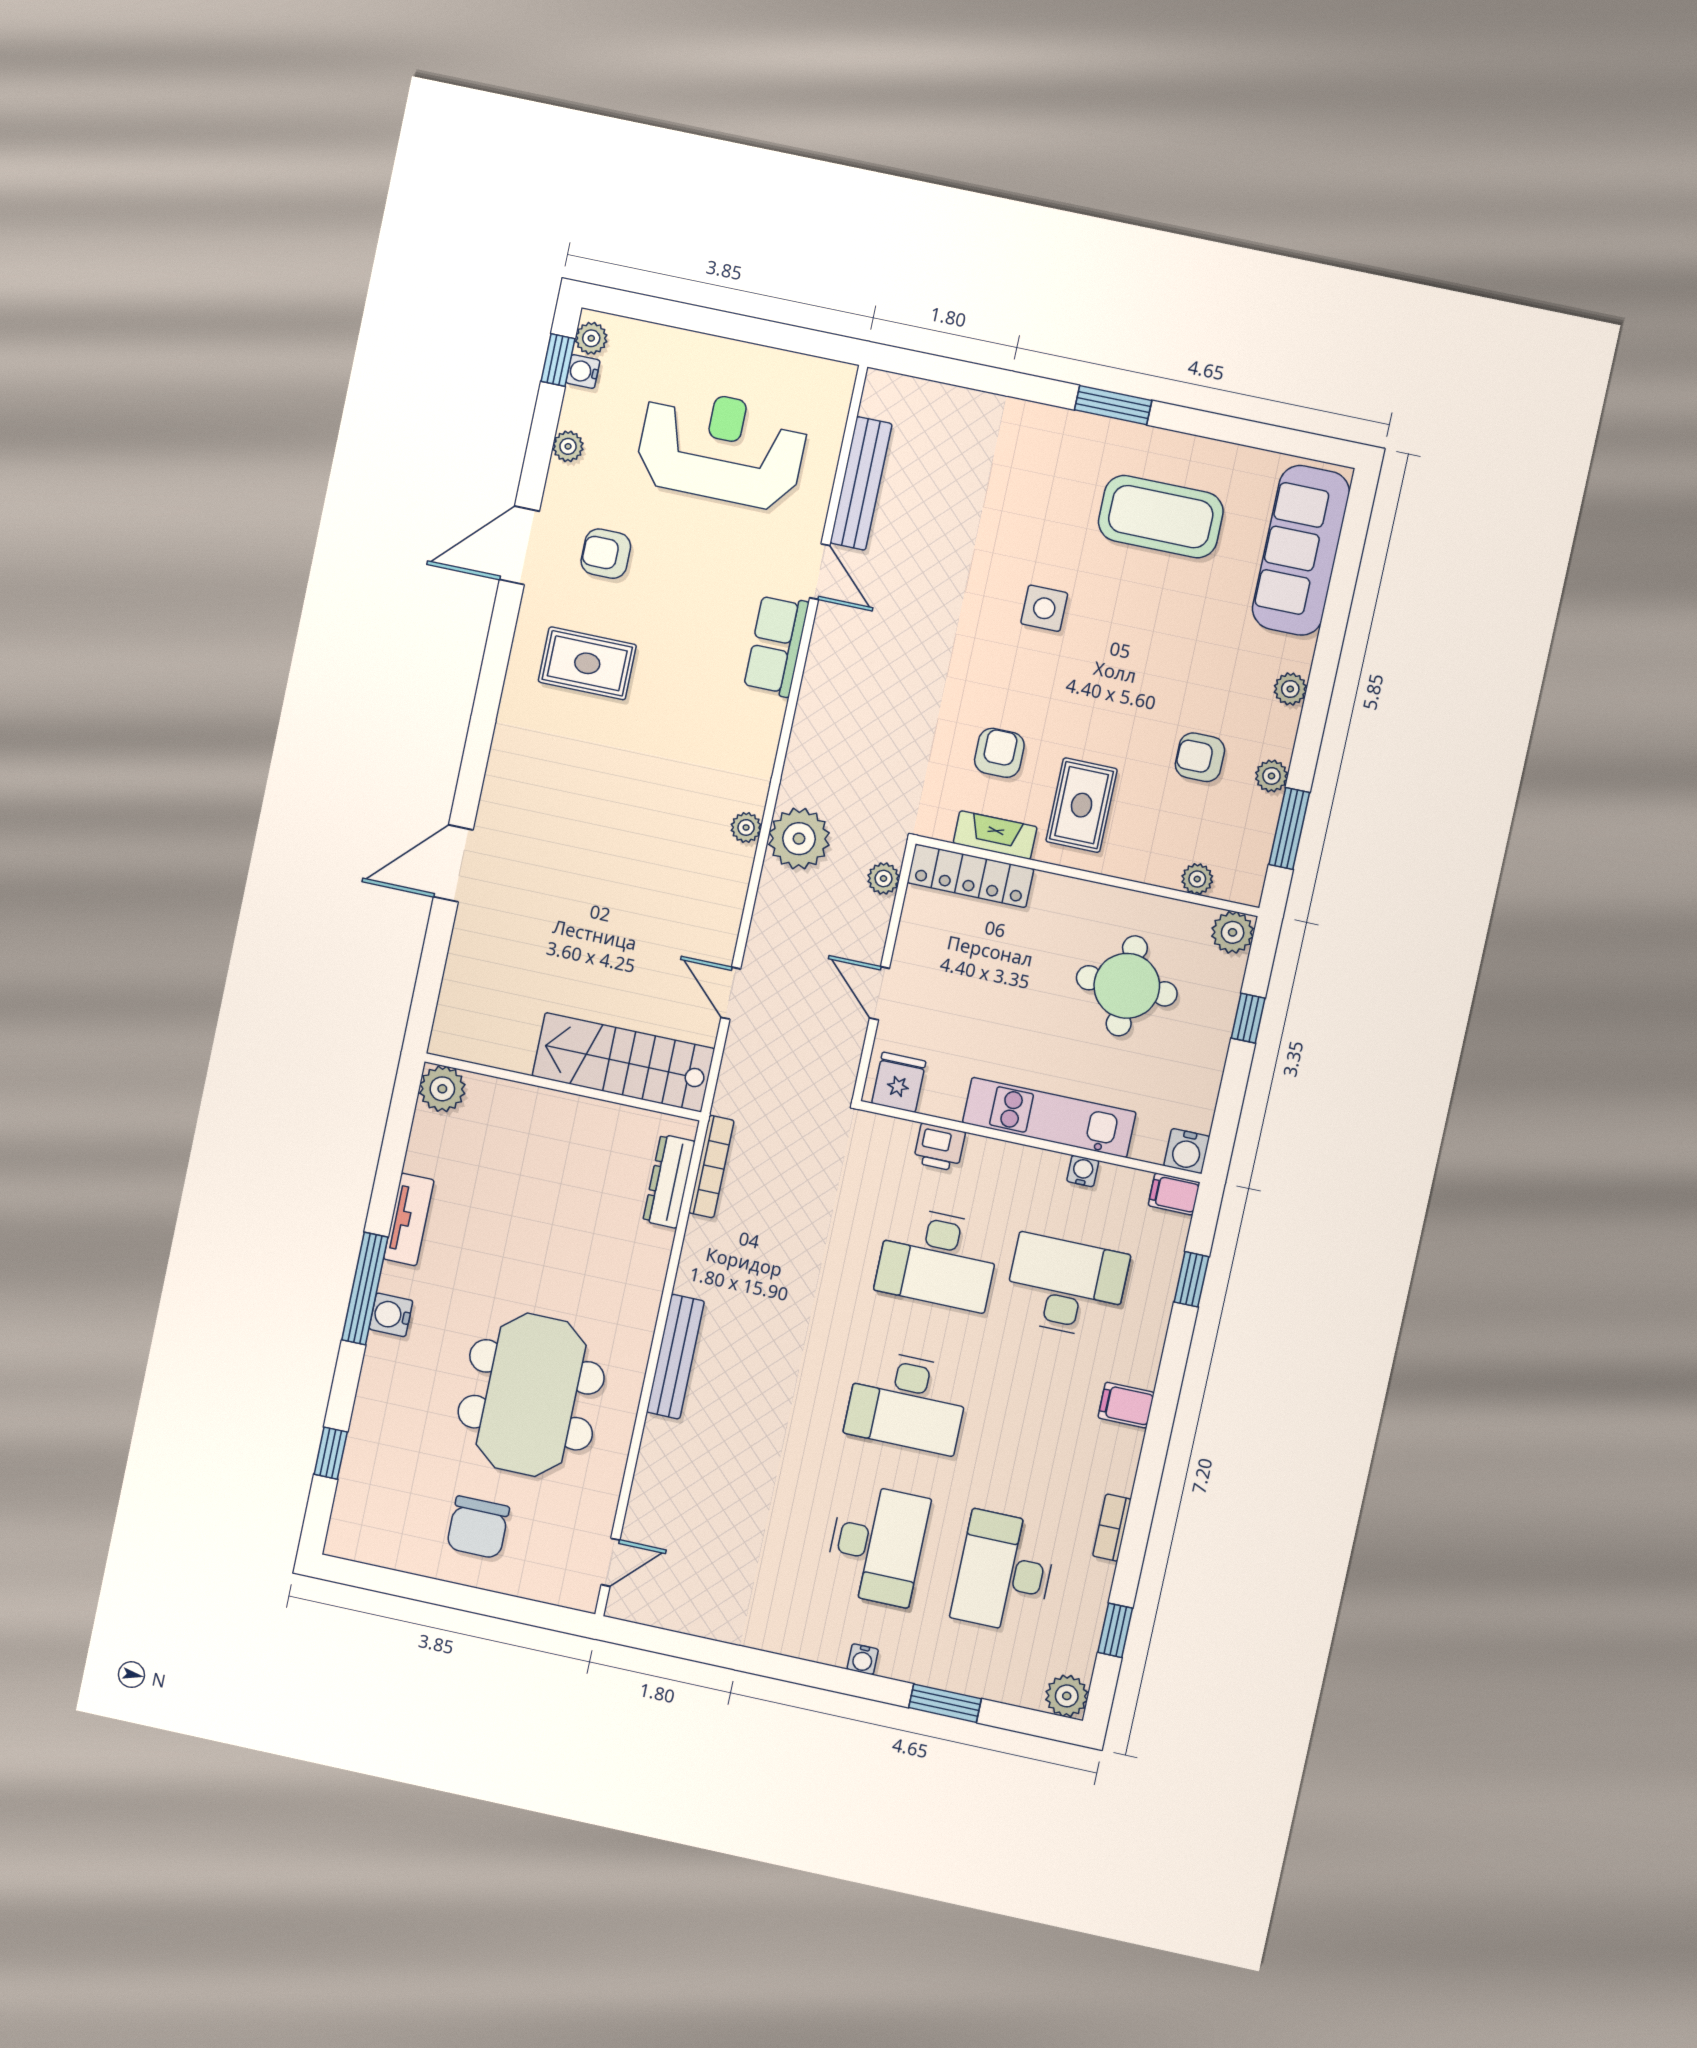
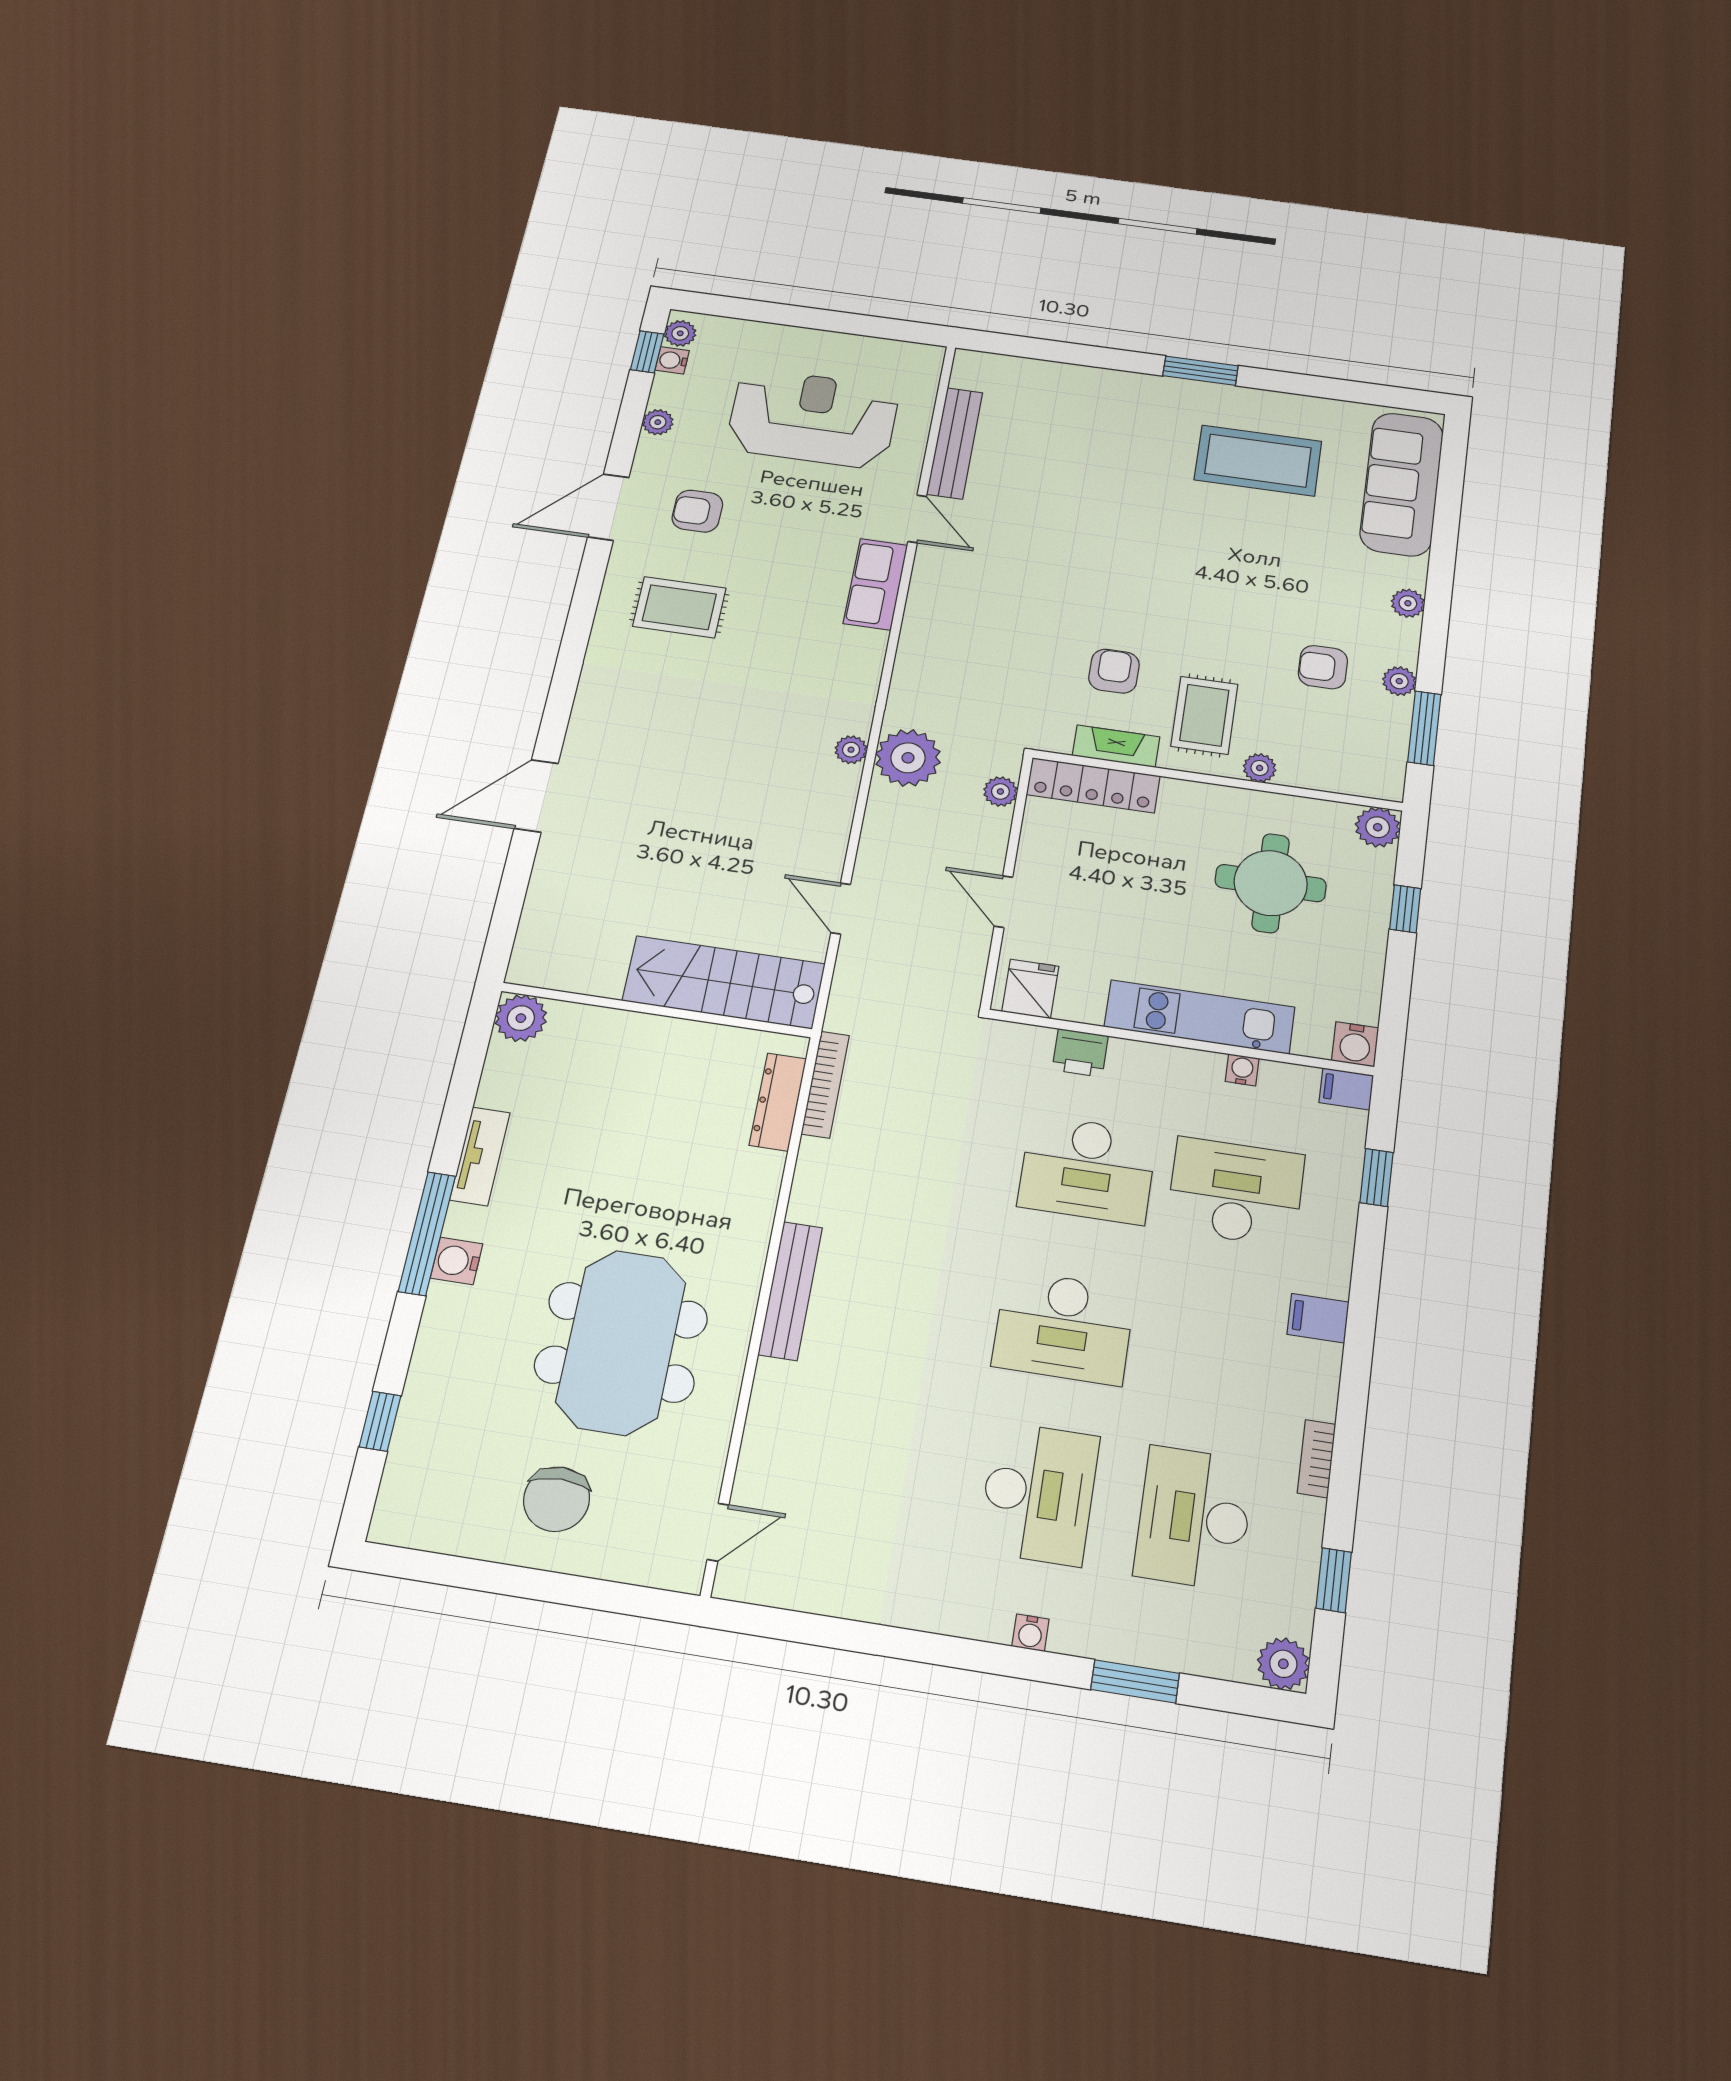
side table: (1044, 608) -> (1149, 542), removed
plant: (1197, 879) -> (1260, 768), moved

